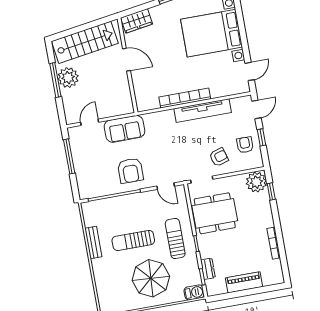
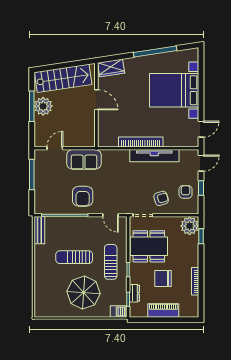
bench: (93, 243) -> (39, 230), moved
chair: (237, 246) -> (163, 278), added

